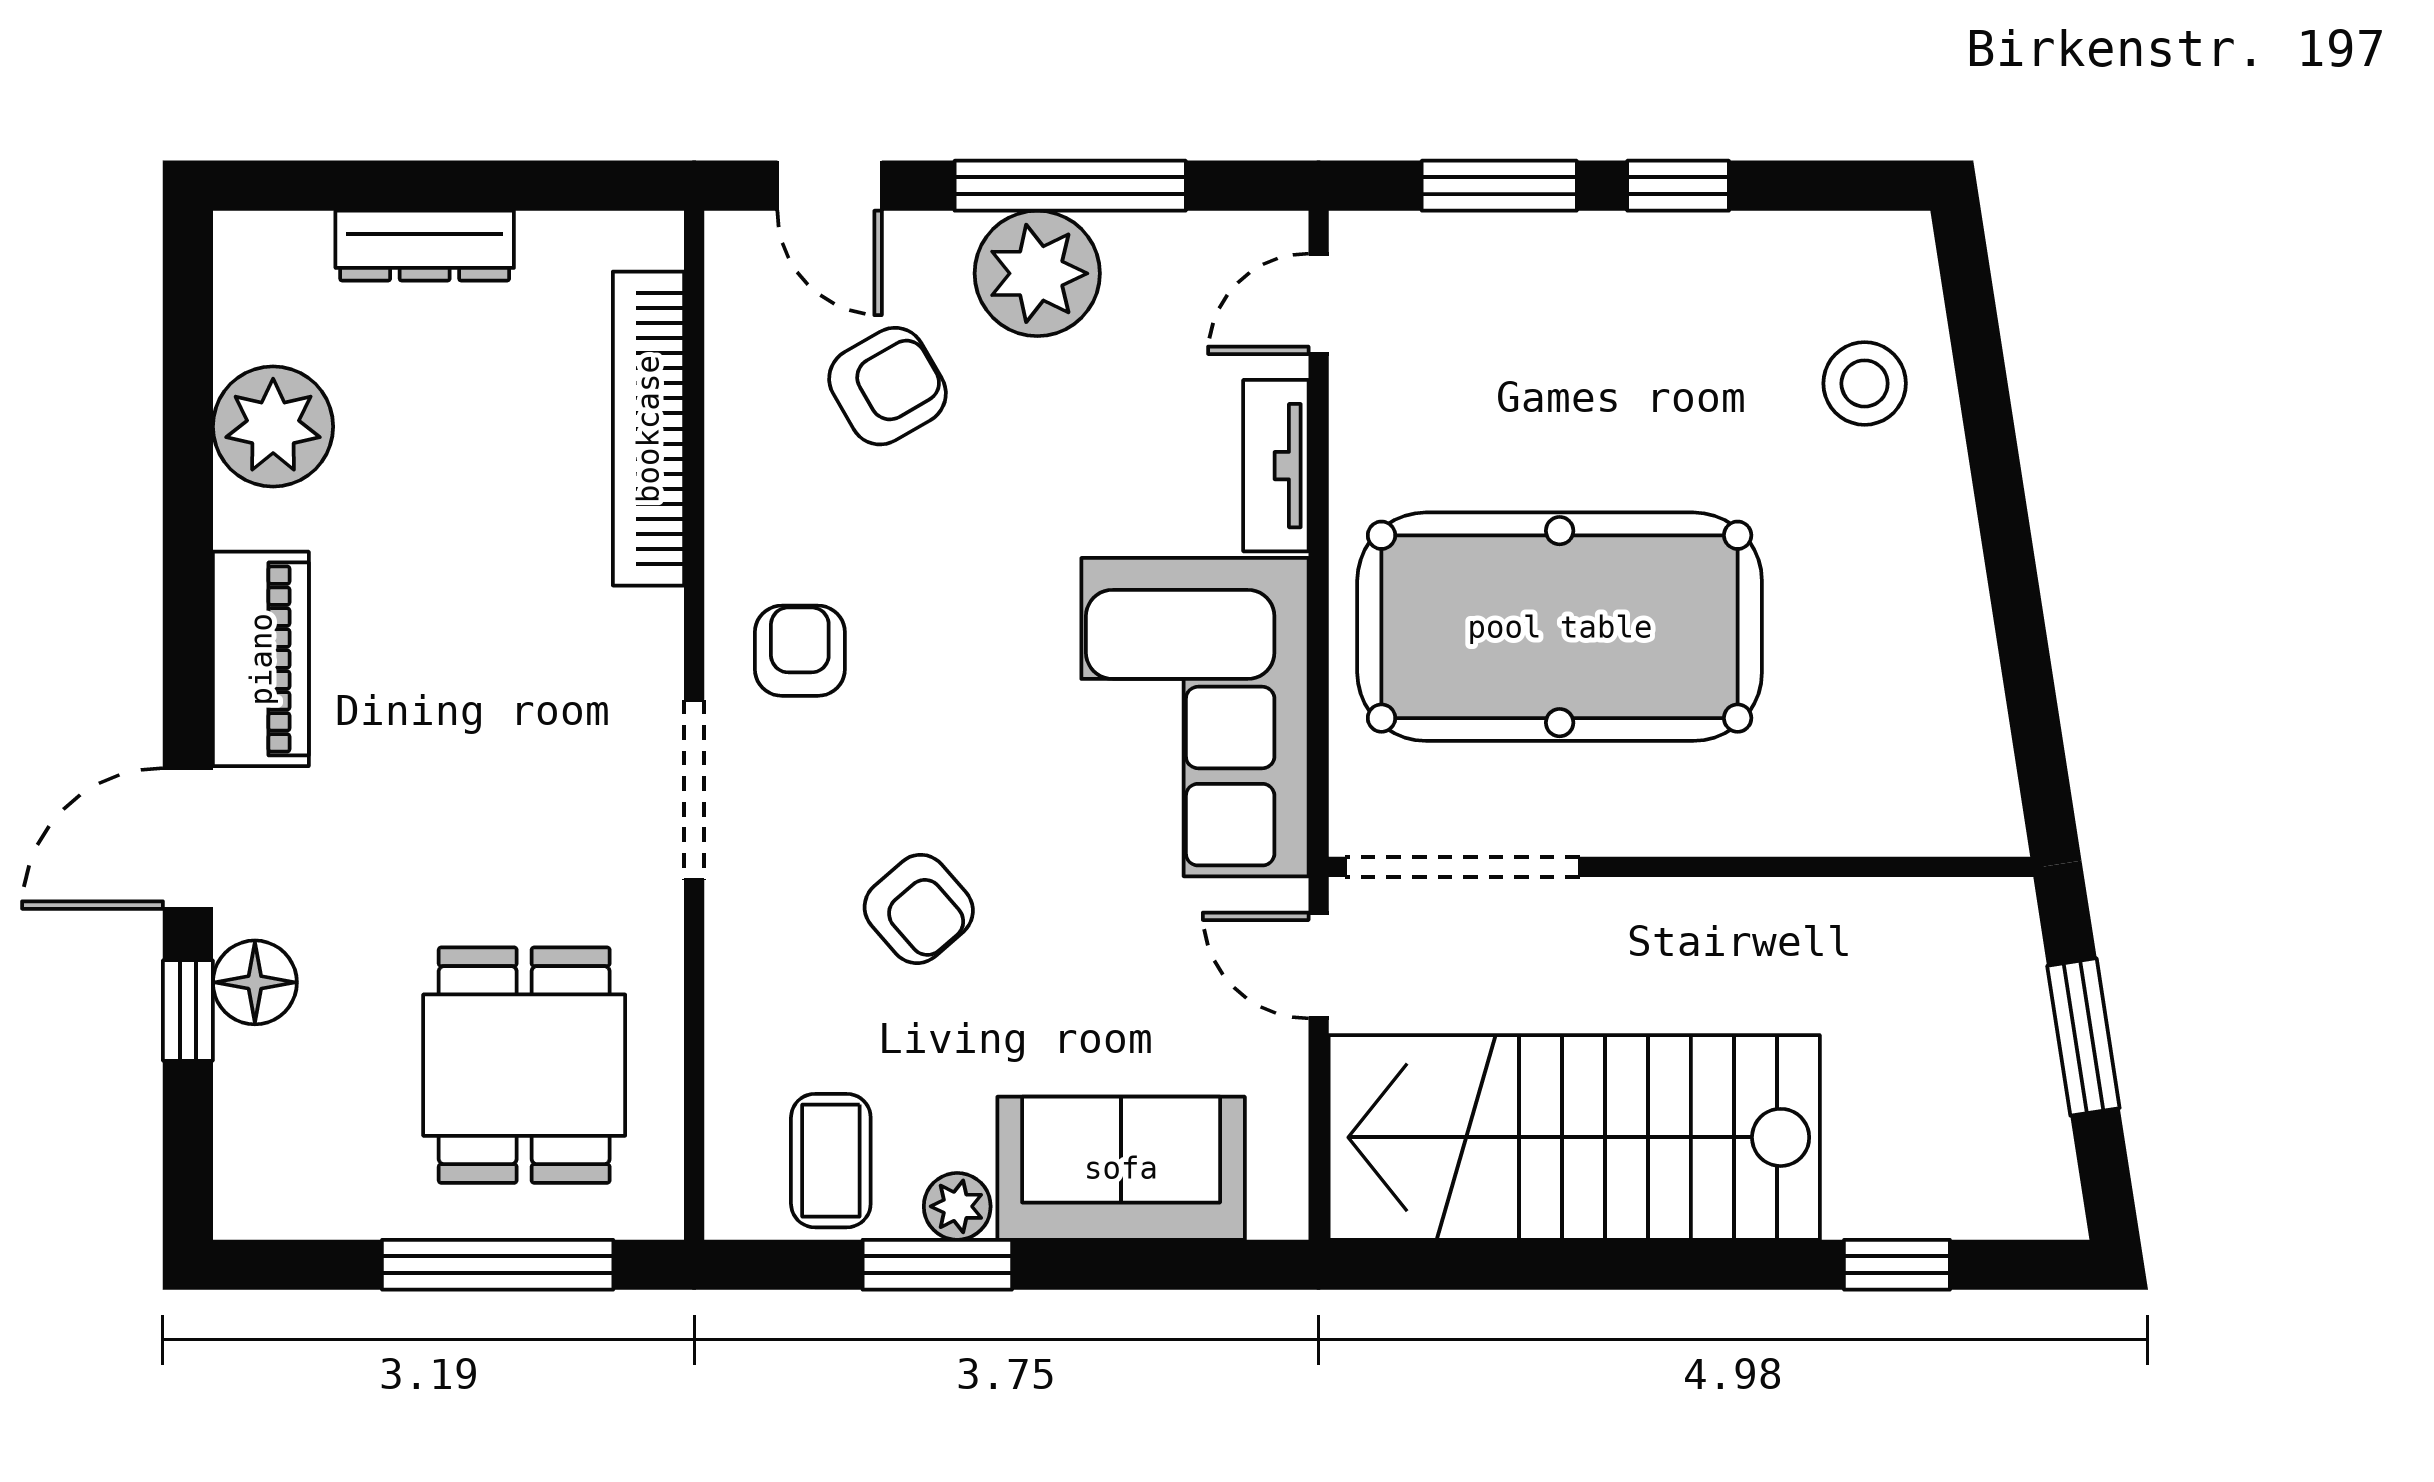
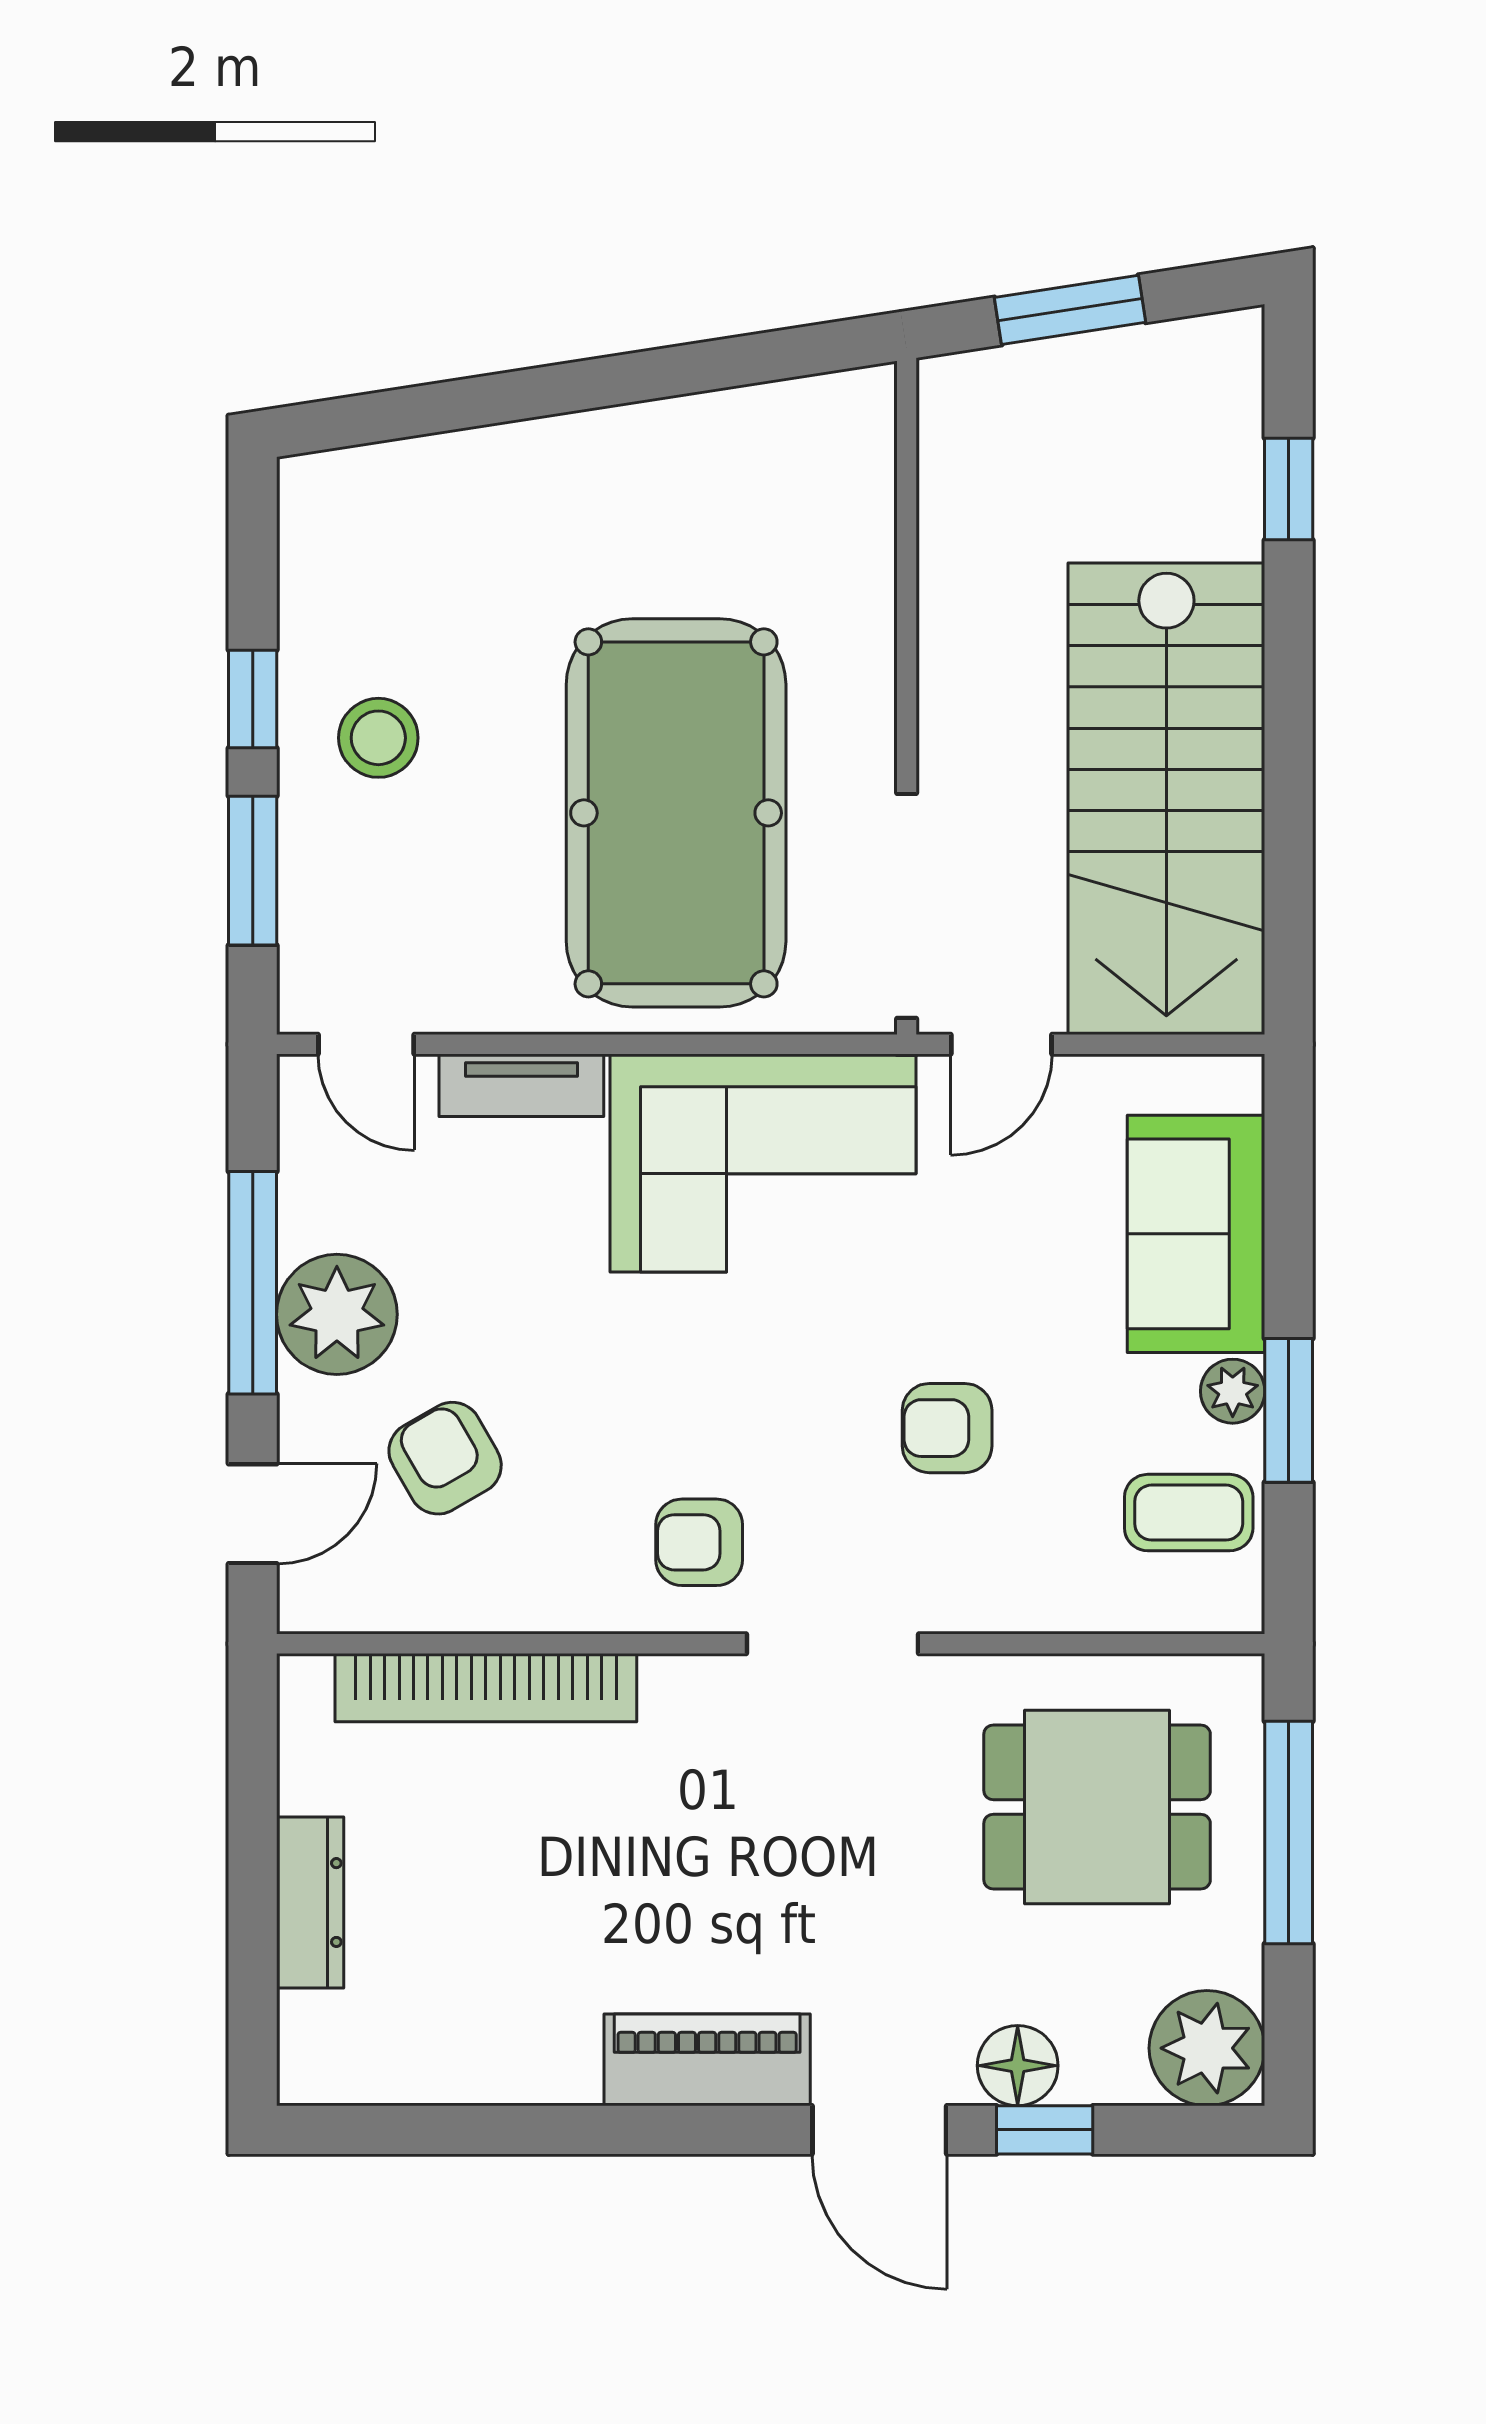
stool: (1865, 383) -> (378, 738), moved
plant: (273, 427) -> (1207, 2048), moved
armchair: (919, 909) -> (947, 1428), turned -139

